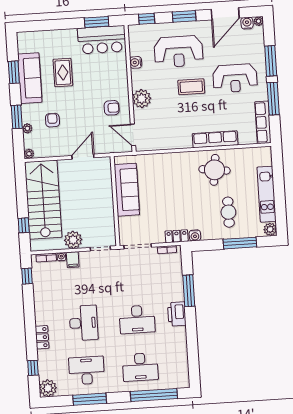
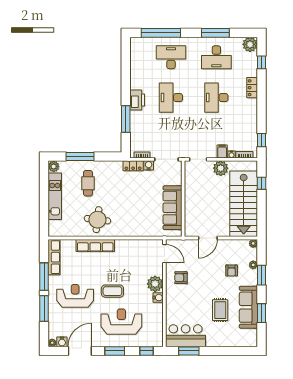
water cooler: (136, 62) -> (158, 298), moved
water cooler: (195, 235) -> (149, 165), moved
desk: (137, 319) -> (171, 98), turned -90

